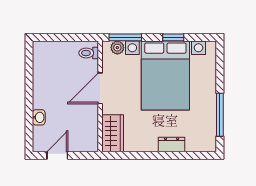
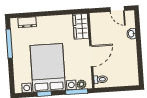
dresser: (172, 144) -> (27, 22), moved
door: (57, 155) -> (117, 9), hinge flipped

